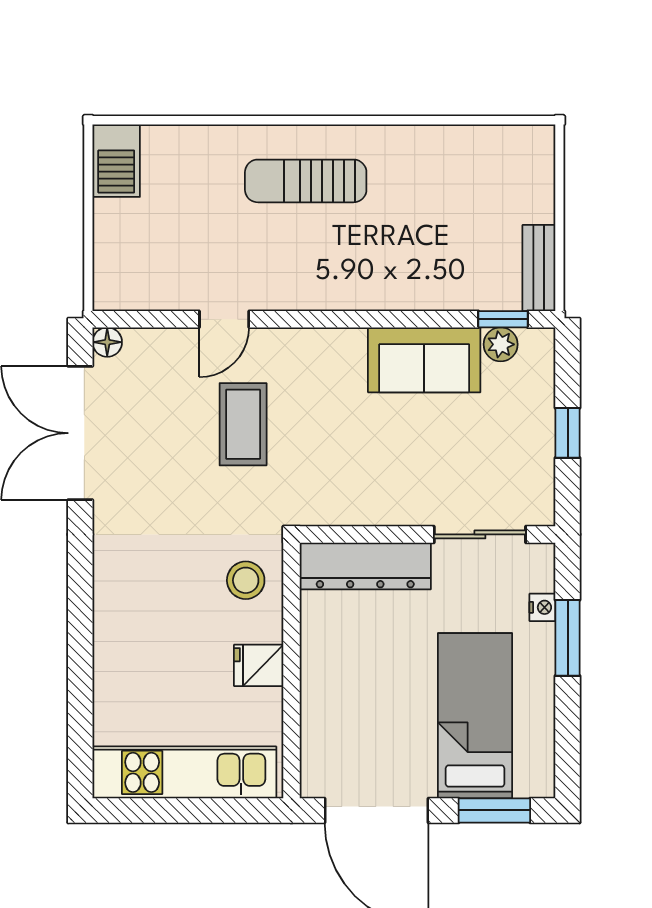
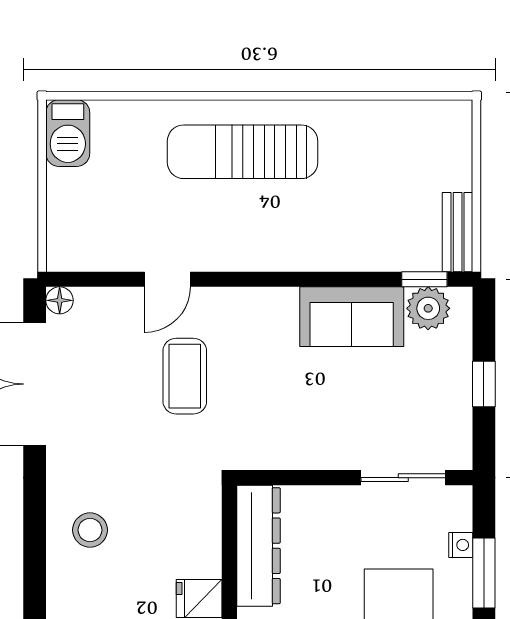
sun lounger: (306, 181) -> (243, 152), width x1.36, depth x1.34
plant: (501, 344) -> (428, 308), width x1.38, depth x1.38
dresser: (365, 566) -> (258, 546), moved, turned -90
stool: (246, 580) -> (90, 530), moved

